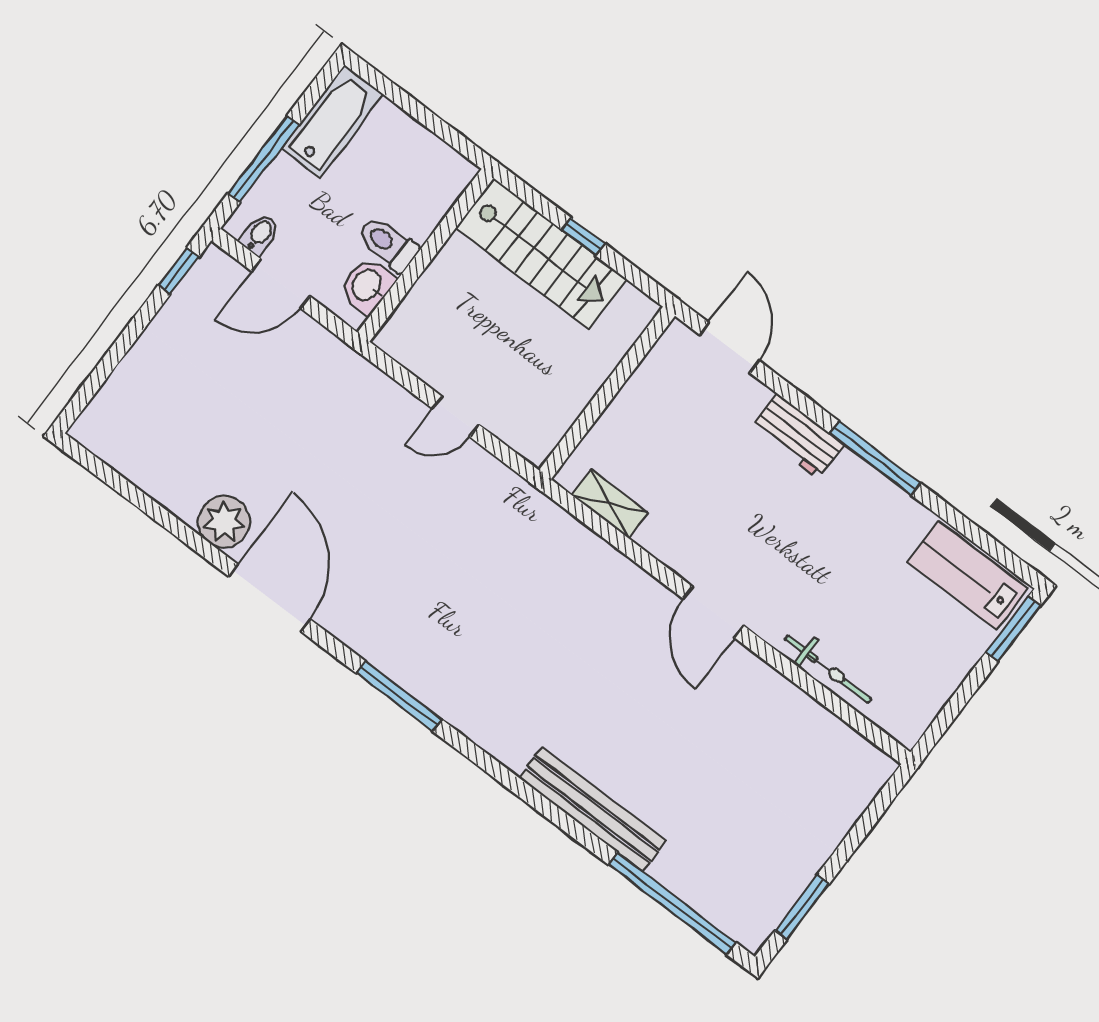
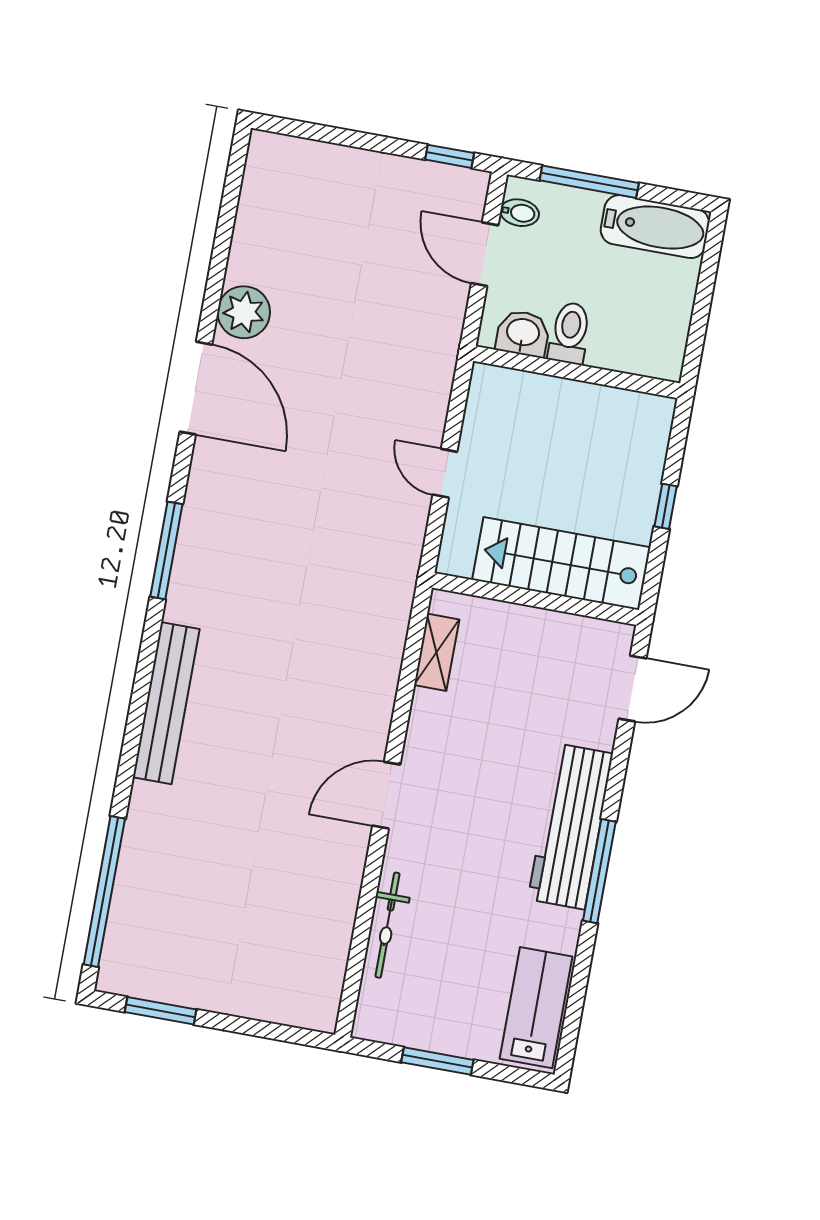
stairs: (541, 254) -> (561, 564), moved, turned 90
workbench: (798, 436) -> (570, 826), width x1.88, depth x1.32
door: (269, 598) -> (196, 388), hinge flipped
window: (1013, 629) -> (437, 1061), moved
bench: (592, 809) -> (166, 703), moved

